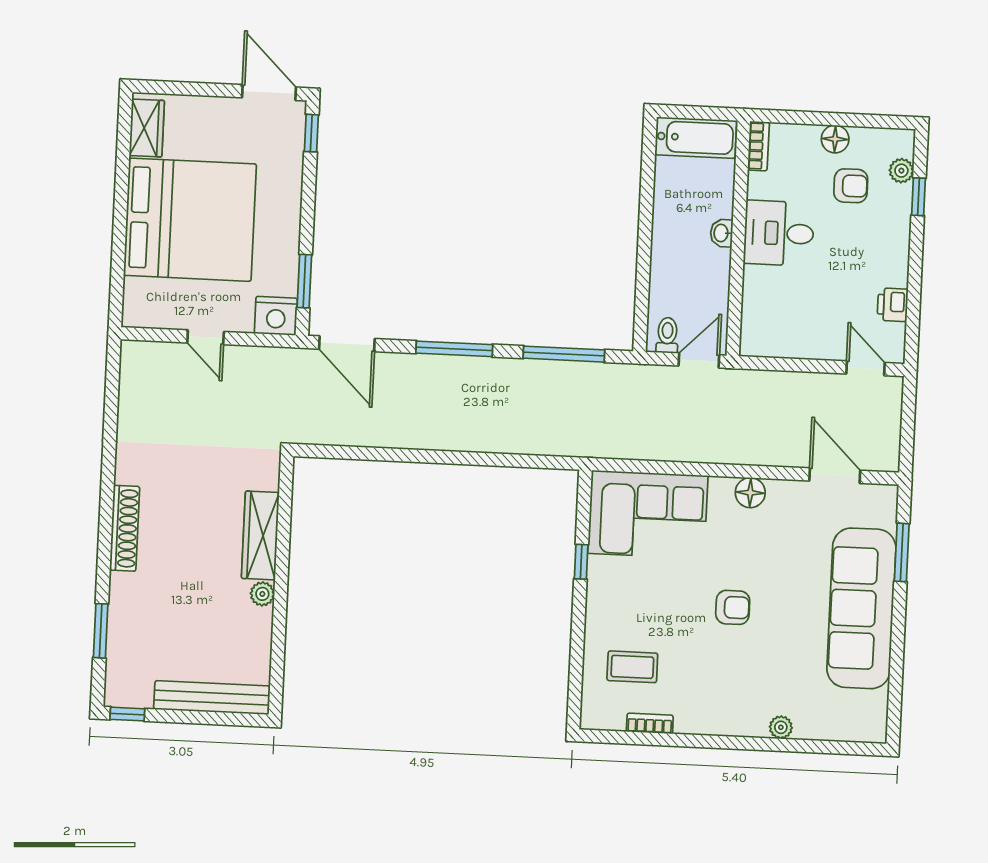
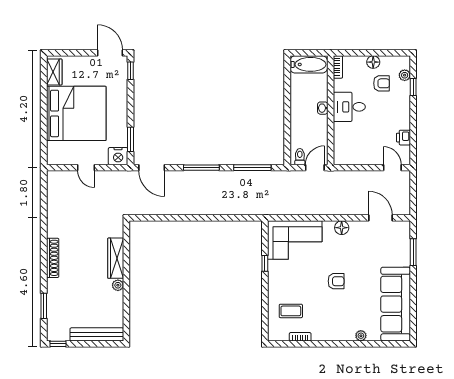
sofa: (861, 608) -> (396, 304), moved

